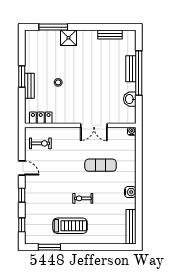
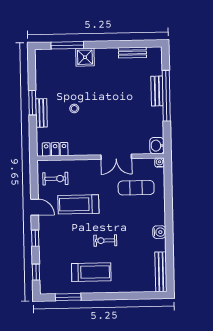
washbasin: (130, 99) -> (157, 146), moved
exercise mat: (101, 165) -> (136, 188), moved
treadmill: (60, 166) -> (78, 204), added

